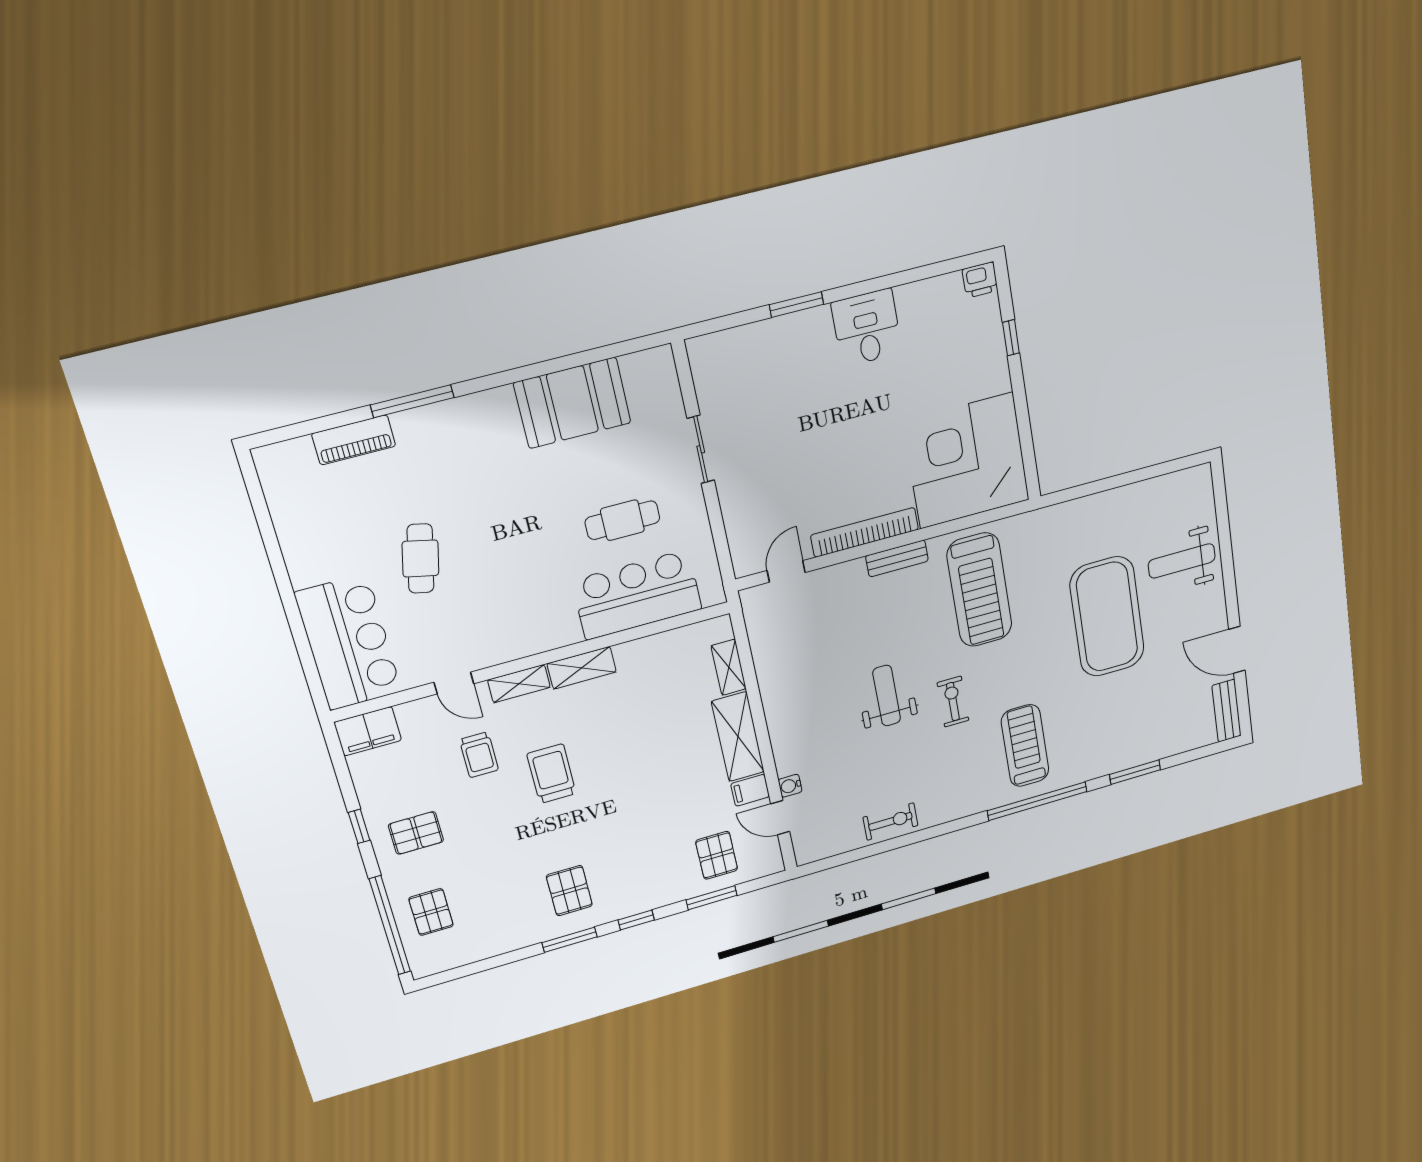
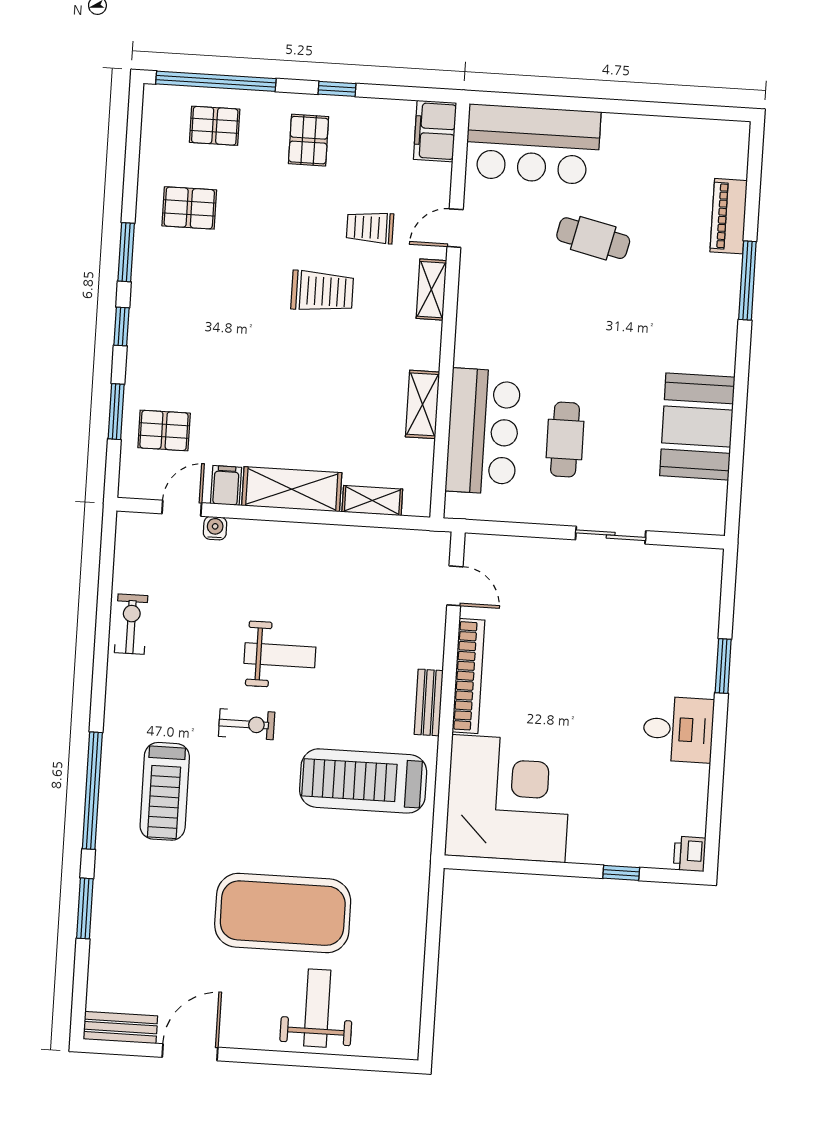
shelving: (582, 668) -> (423, 404), moved
treadmill: (1025, 746) -> (165, 791), turned 90
exercise bike: (890, 821) -> (131, 624), turned 180
pallet: (569, 891) -> (189, 208), moved

